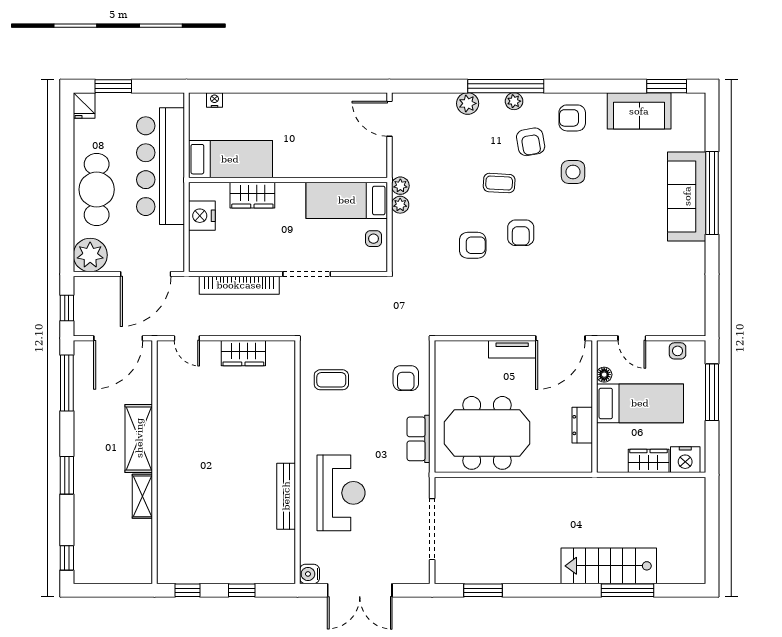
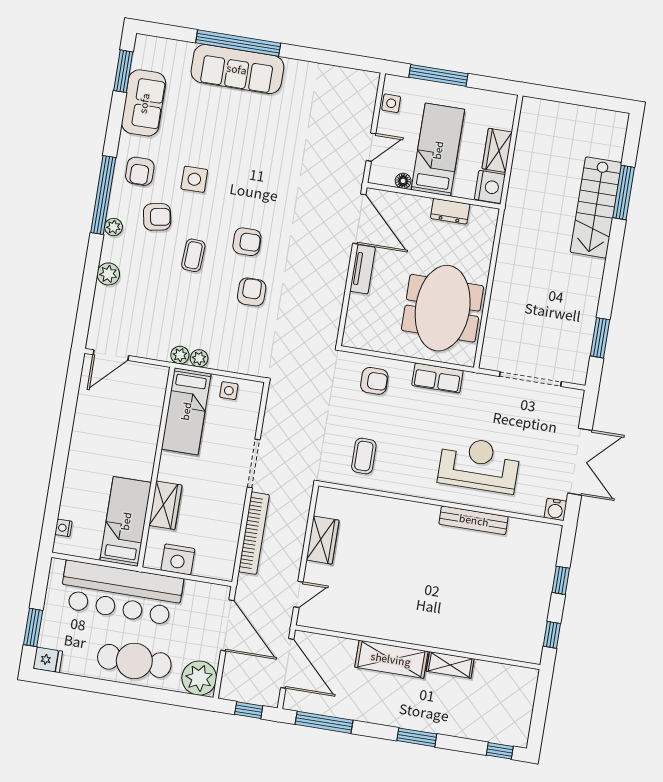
window: (506, 86) -> (103, 195), moved
nightstand: (685, 460) -> (490, 187), moved

